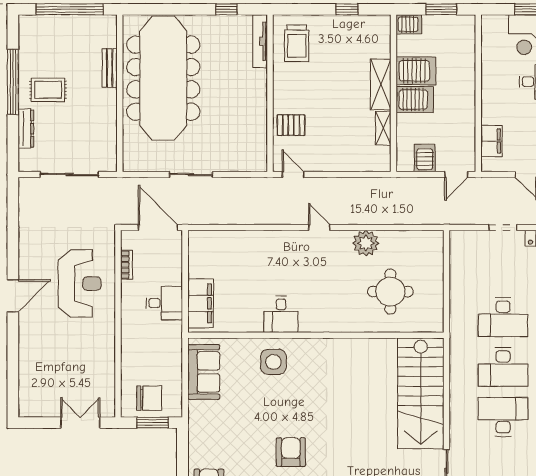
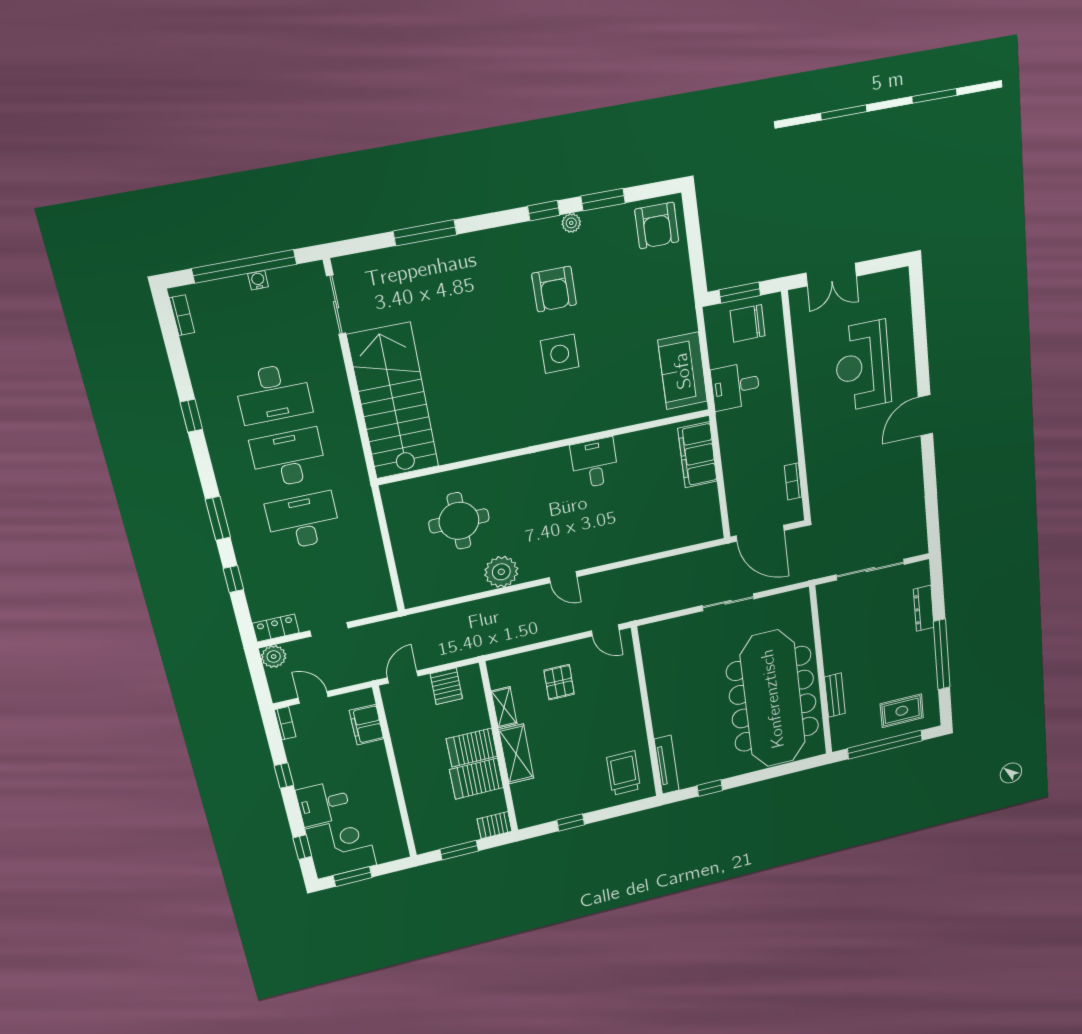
rug: (48, 90) -> (902, 711), moved
pallet: (291, 125) -> (559, 682), moved, turned 90
reception desk: (80, 283) -> (863, 366), moved
desk: (164, 303) -> (735, 386), moved
side table: (273, 362) -> (560, 354), moved

